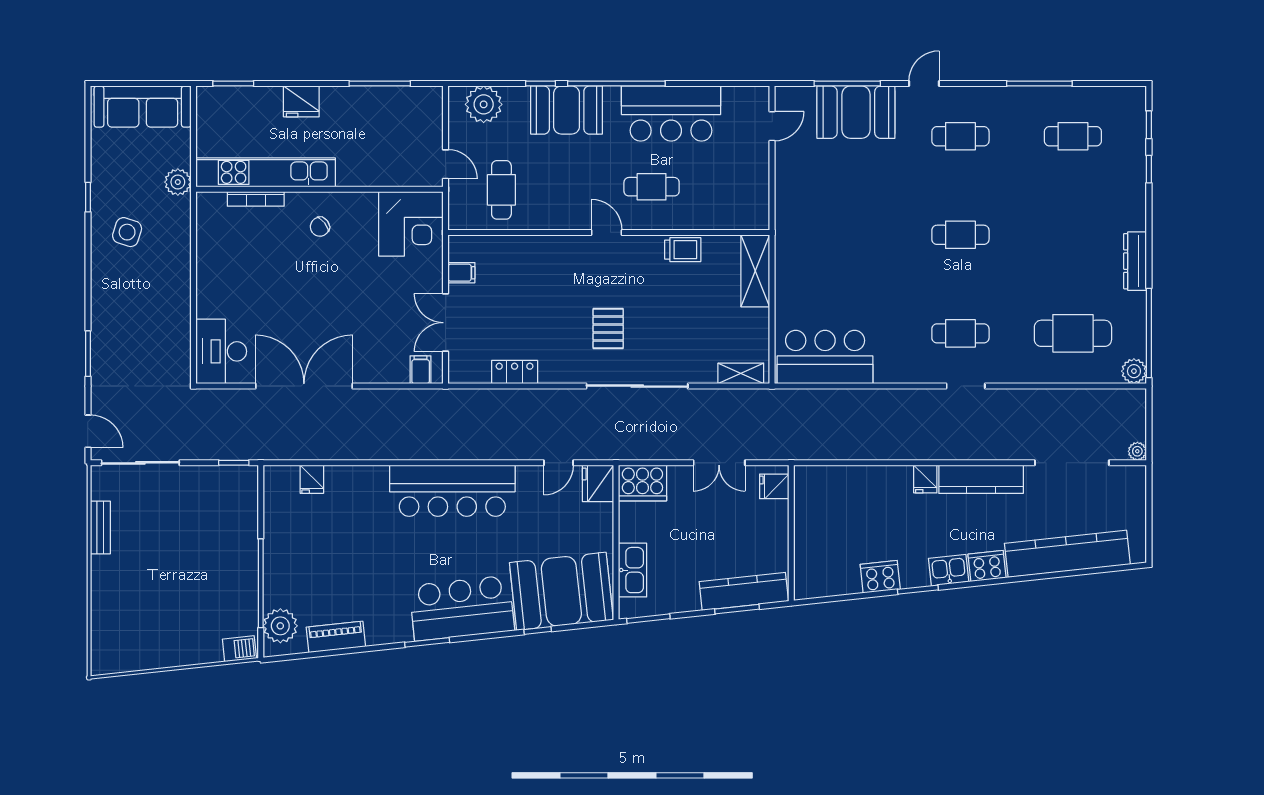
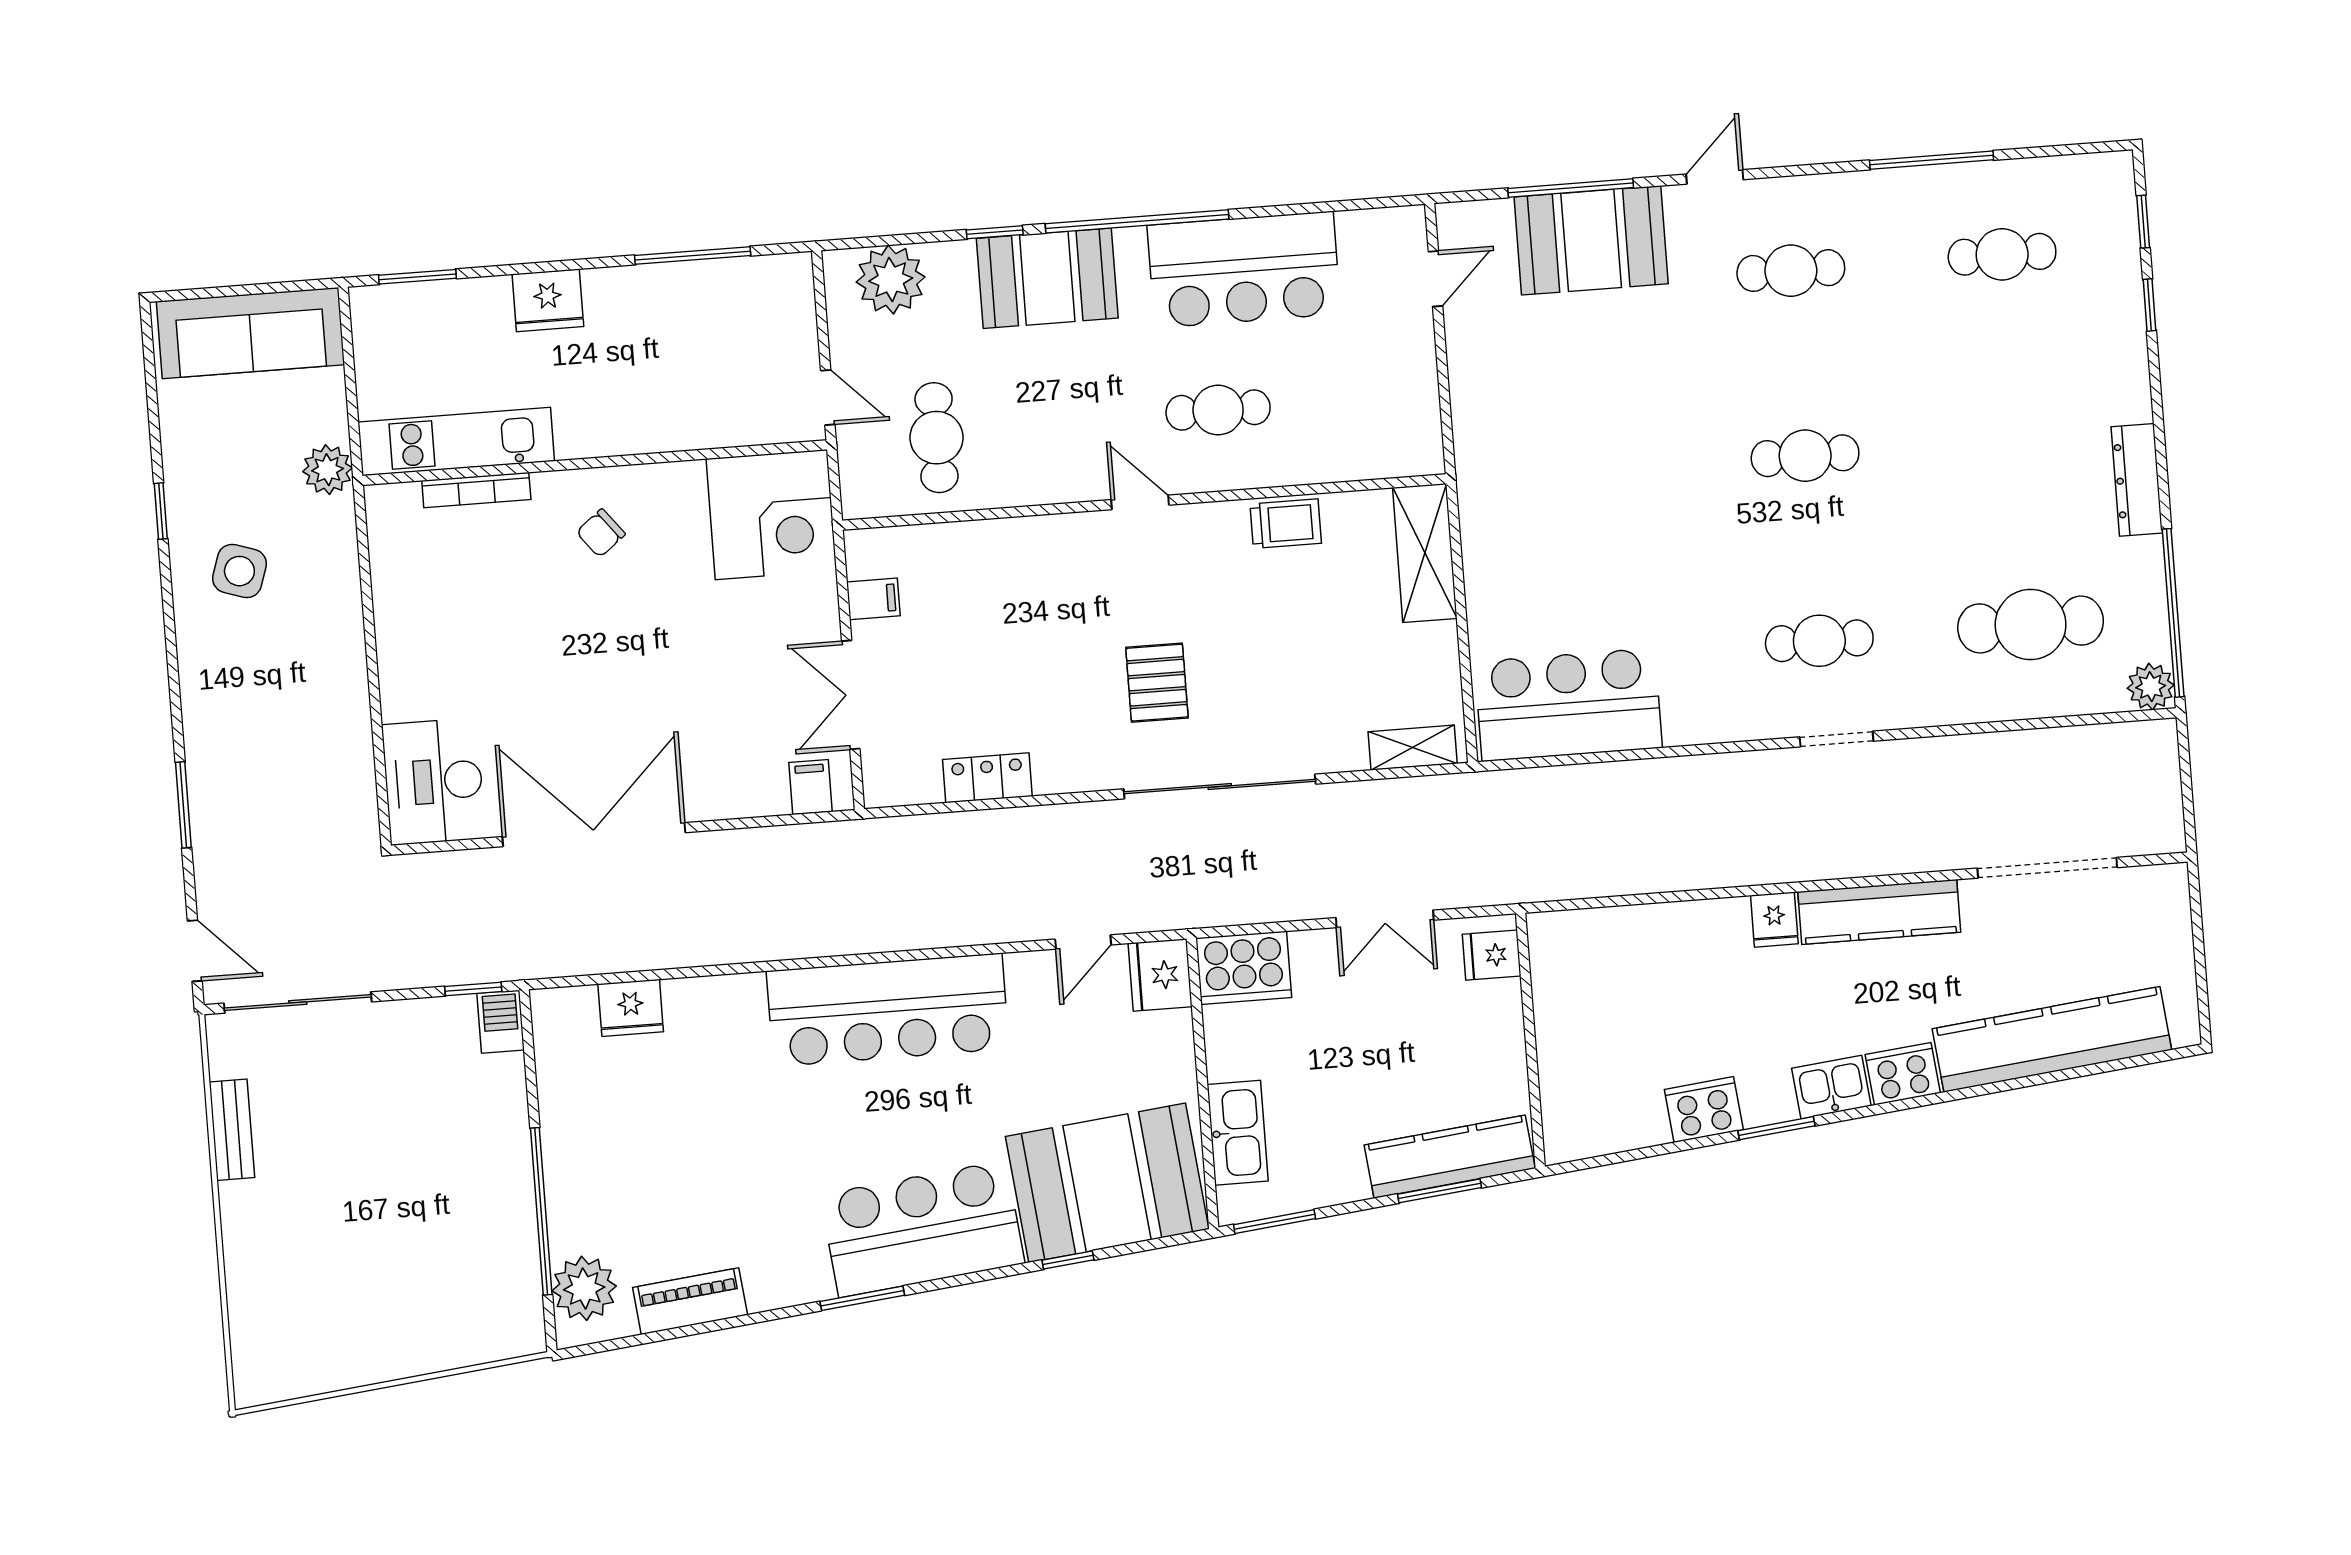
kitchen unit: (266, 172) -> (456, 442), width x0.73
plant: (1137, 451) -> (2169, 837), removed
fridge: (312, 479) -> (631, 1008), width x1.38
barbecue: (239, 649) -> (501, 1022), moved, turned -84

